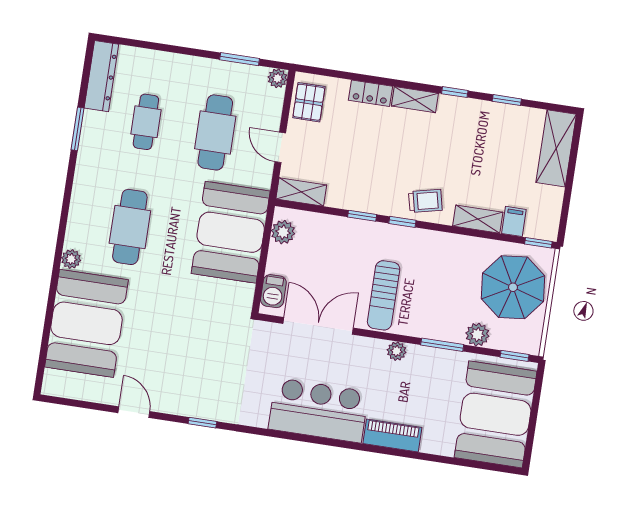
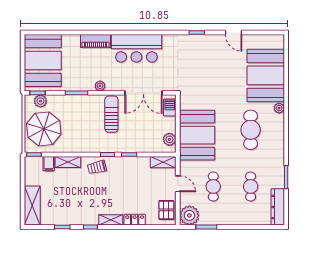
plant: (278, 78) -> (189, 215), width x1.88, depth x1.88
cafe table: (215, 132) -> (213, 186), width x0.73, depth x0.74
plant: (477, 335) -> (40, 101), moved

